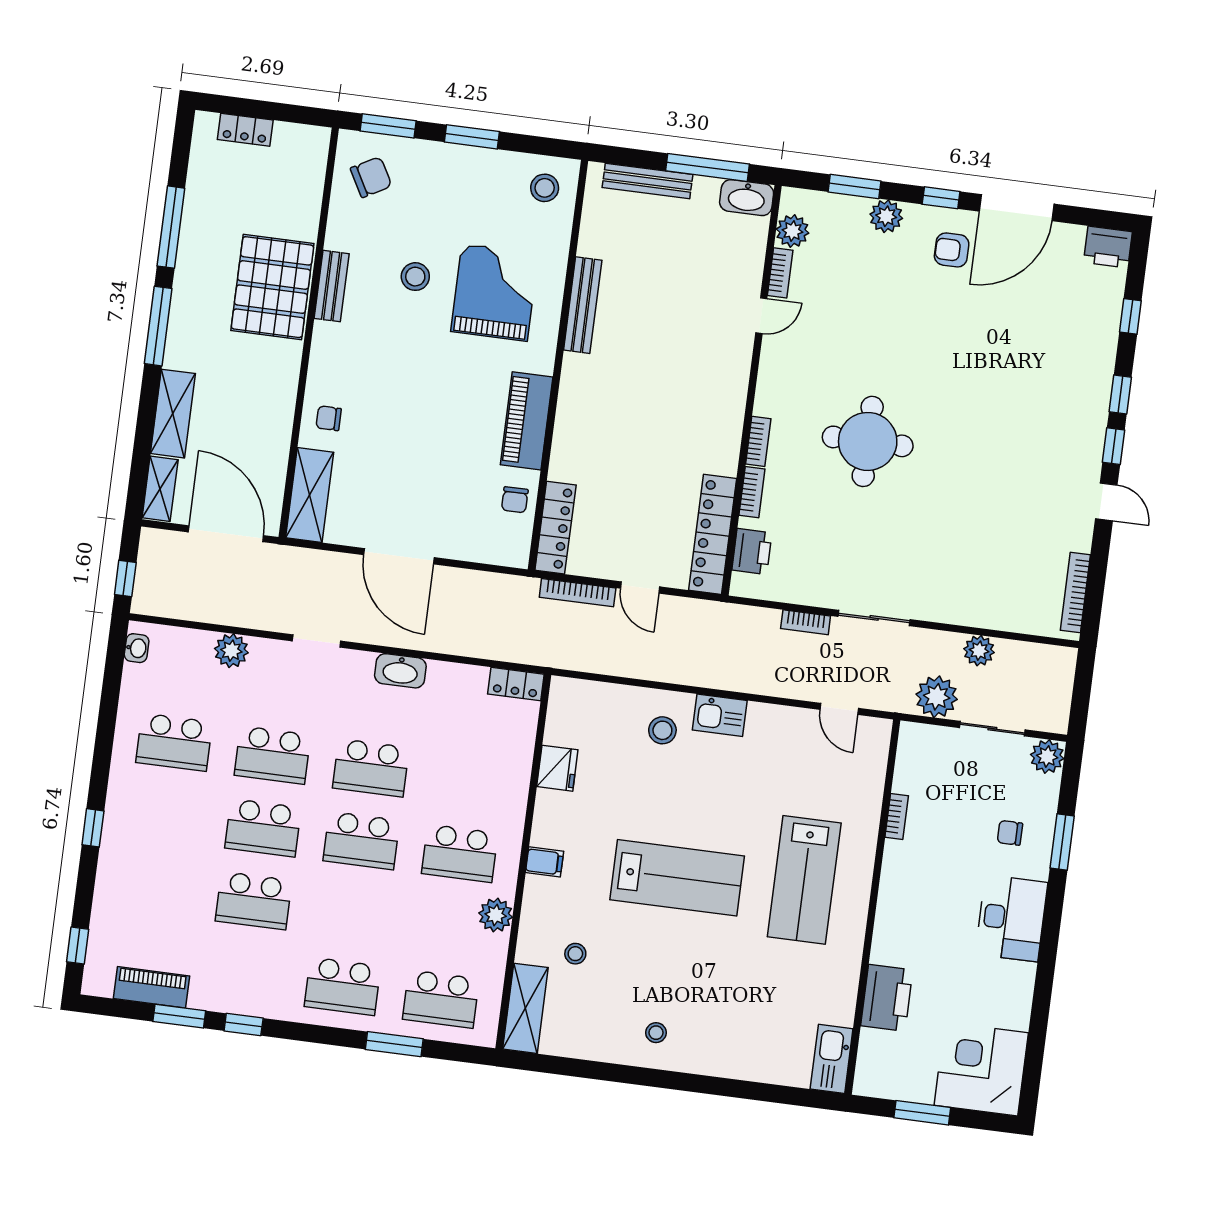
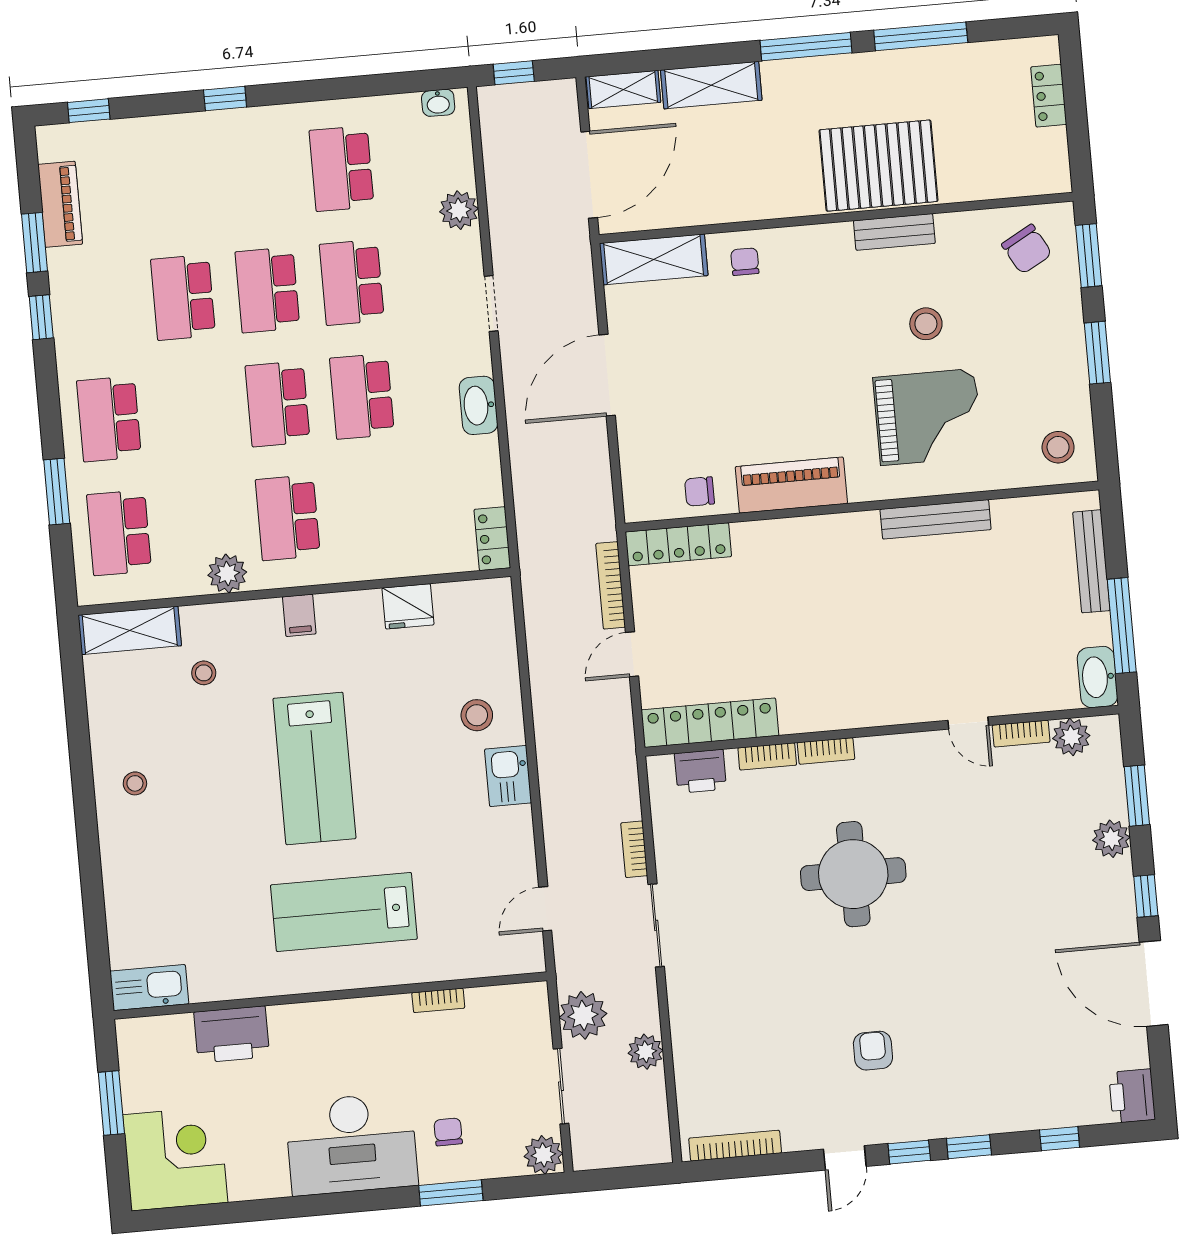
armchair: (952, 250) -> (873, 1051), moved
desk: (1011, 918) -> (351, 1144), width x1.36, depth x1.30

